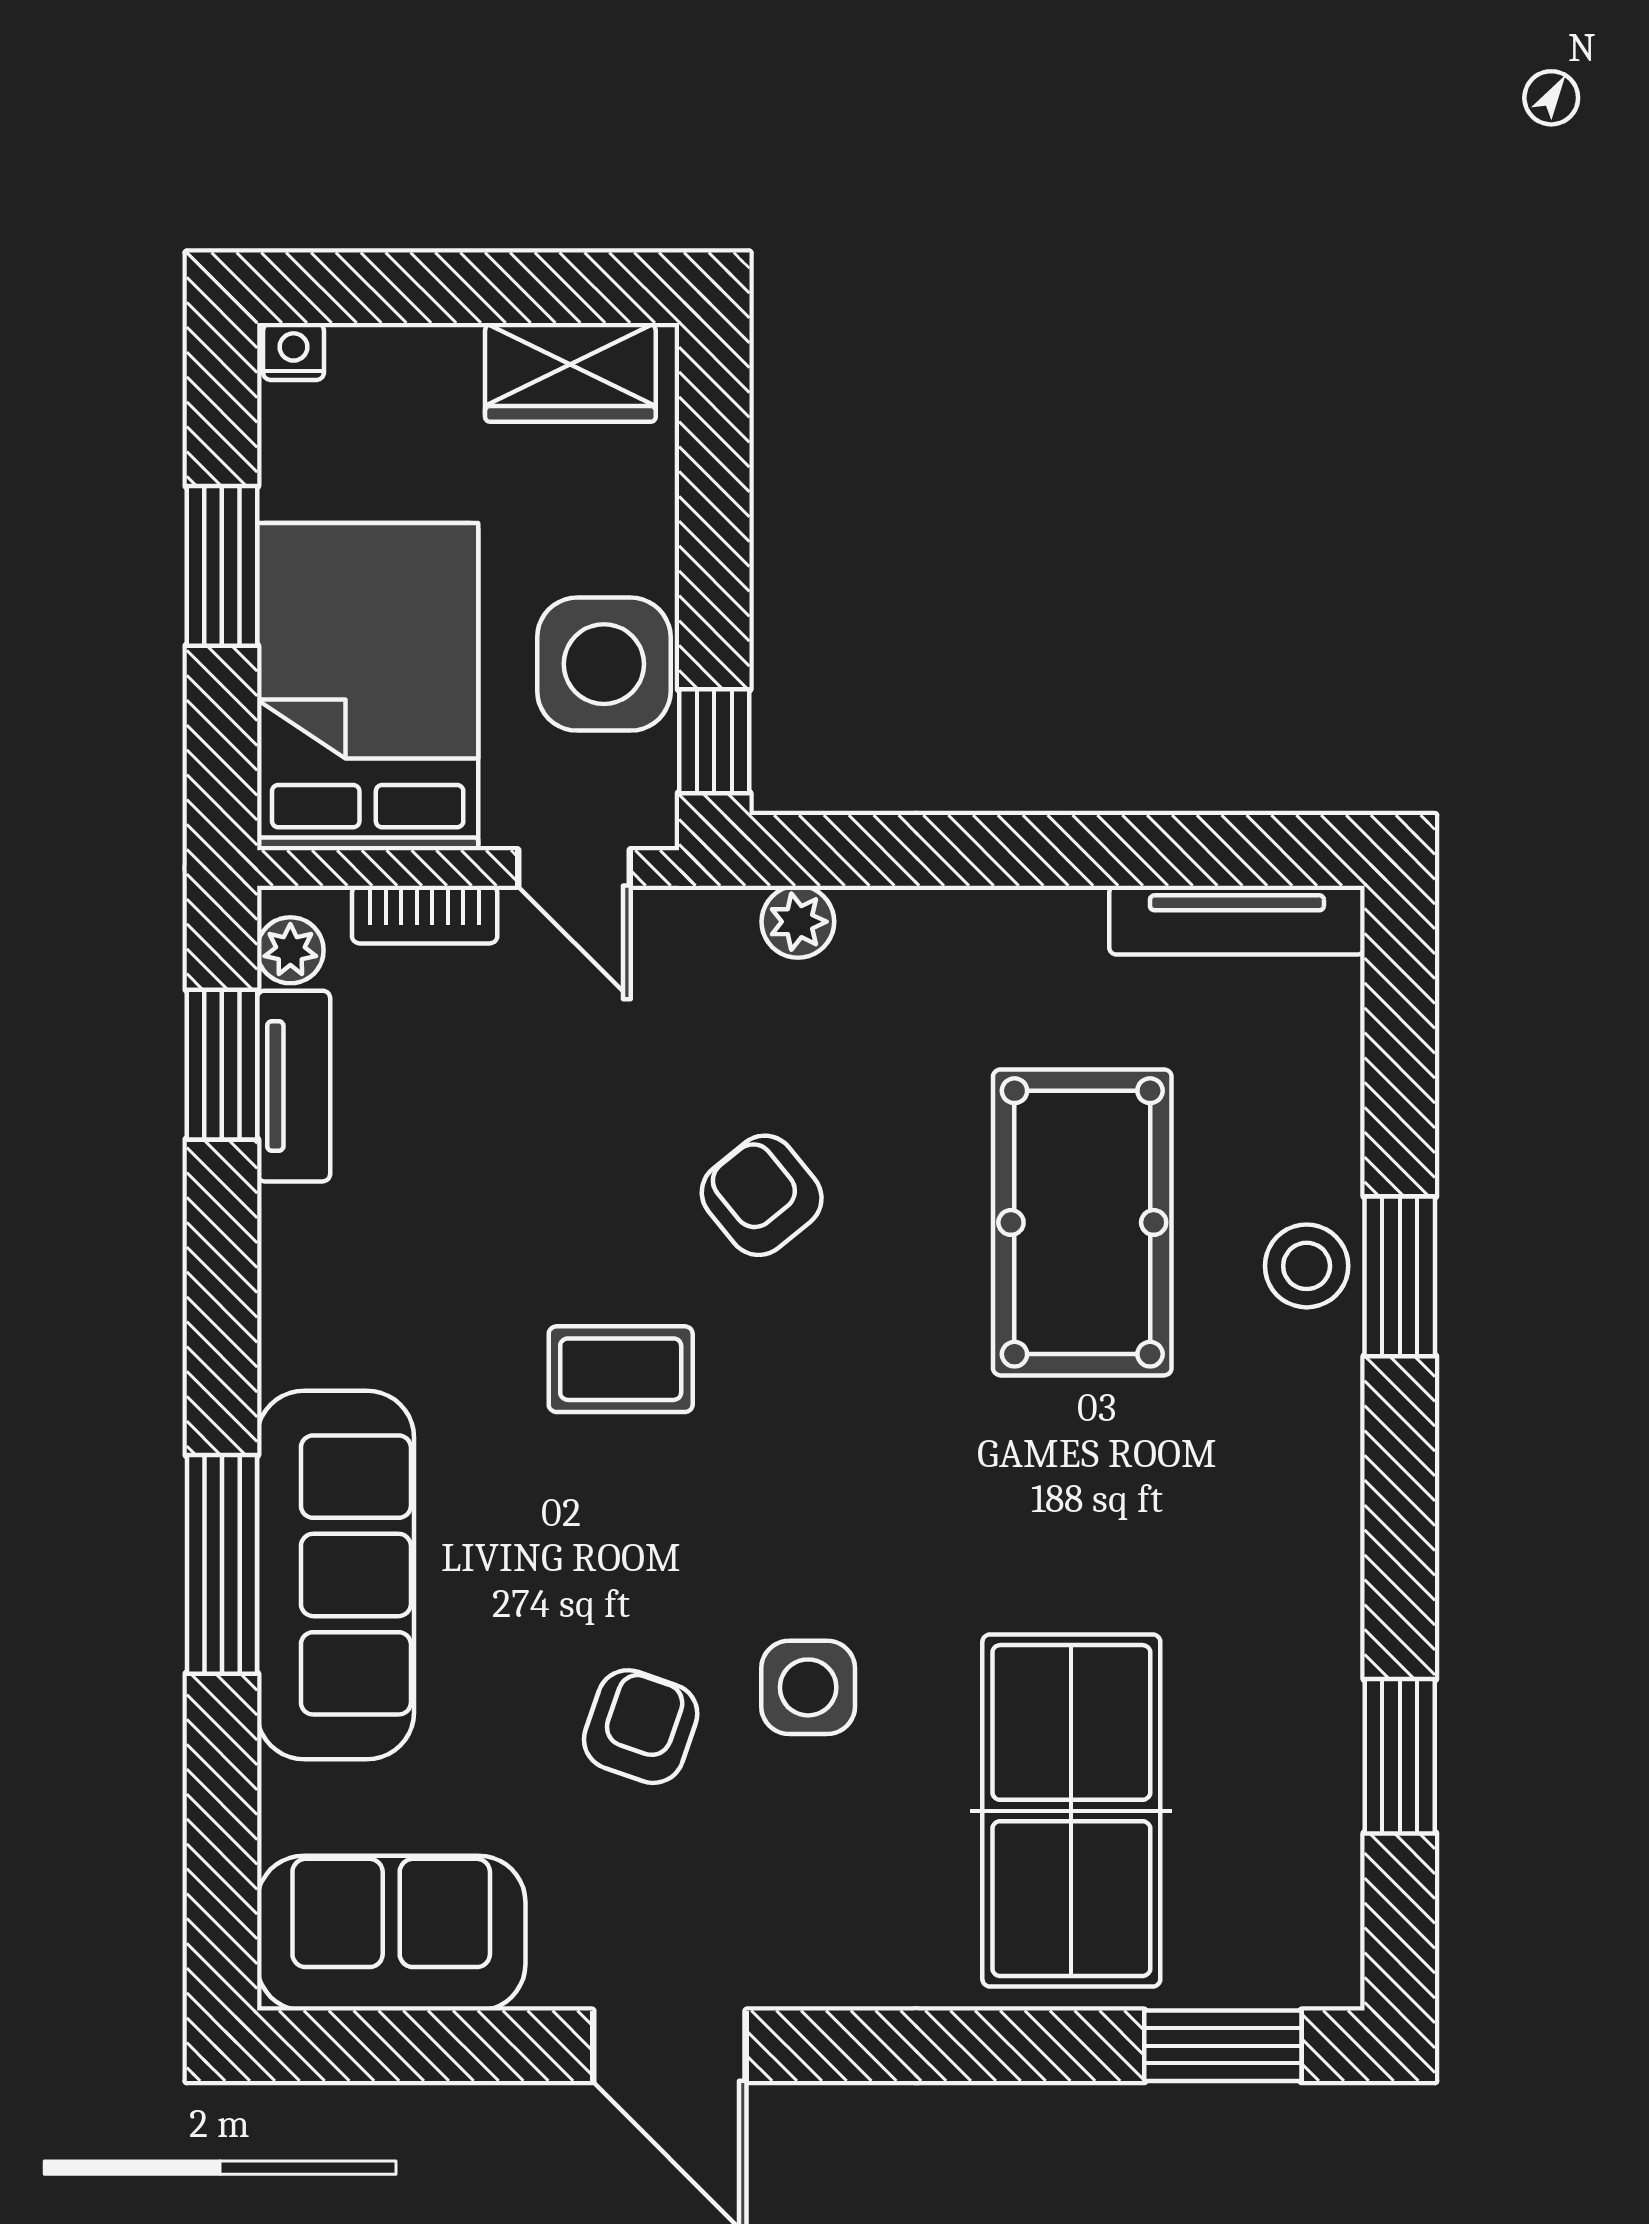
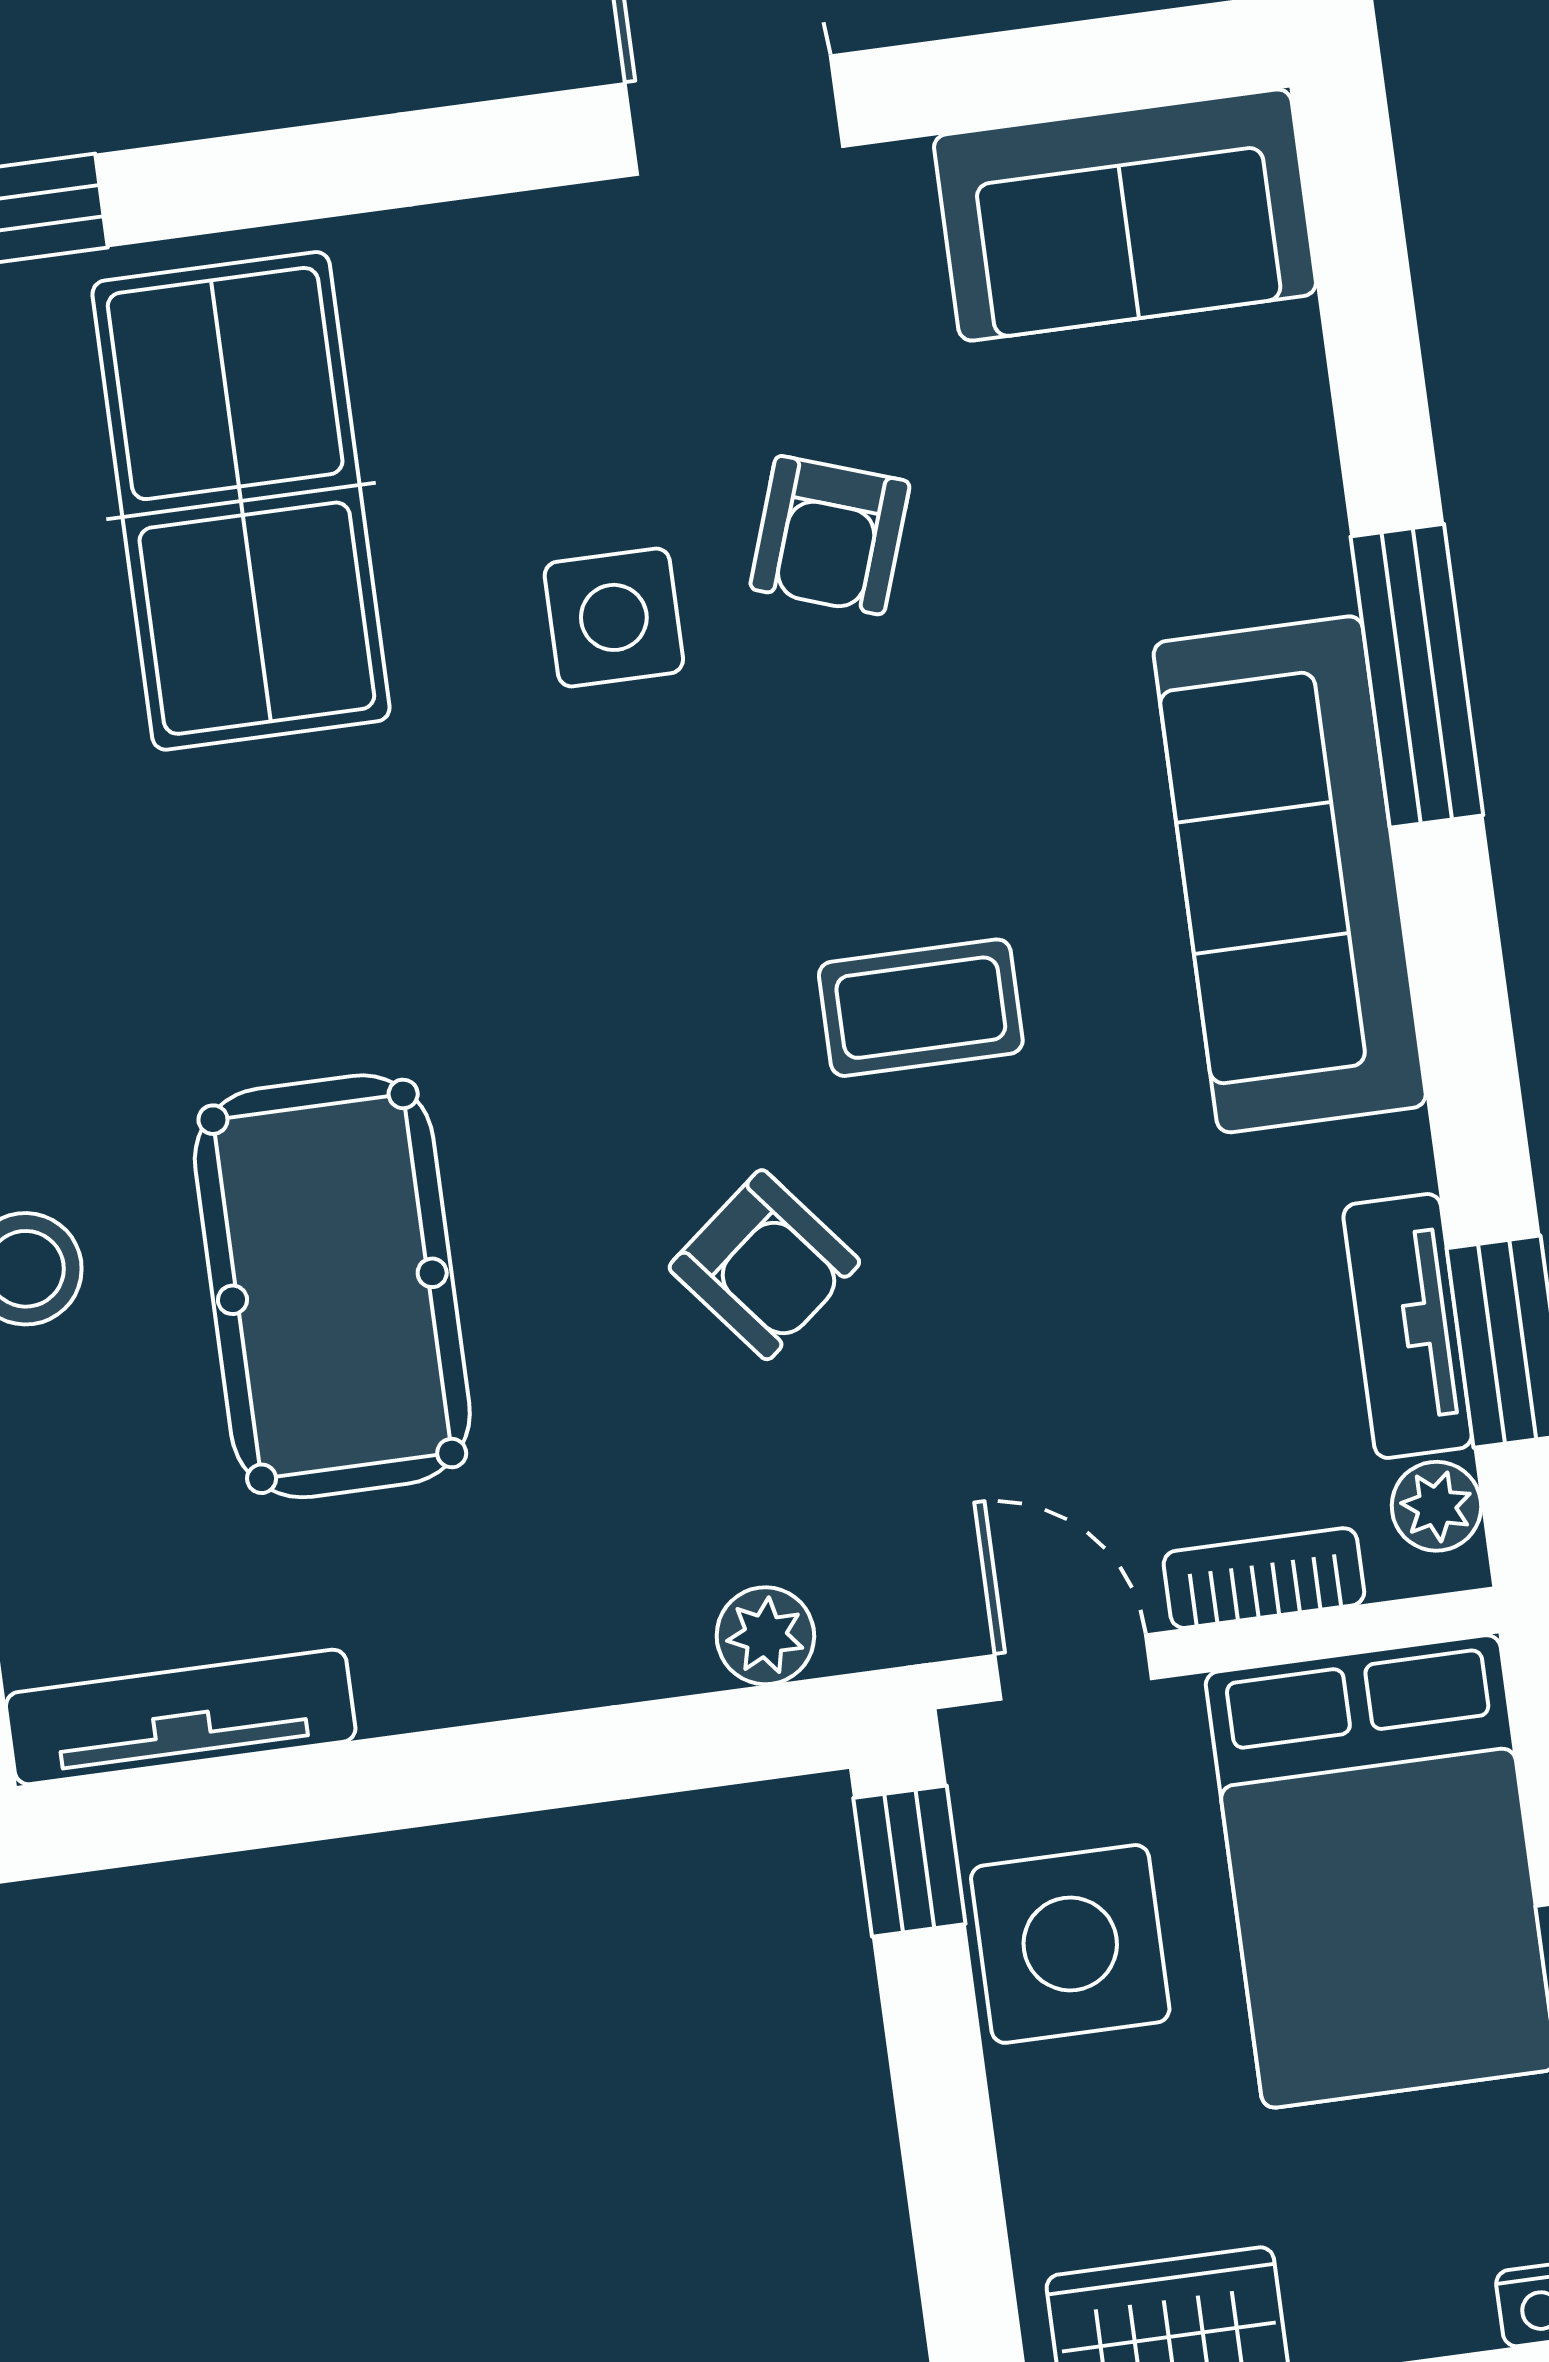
sofa: (336, 1575) -> (1290, 874), moved

